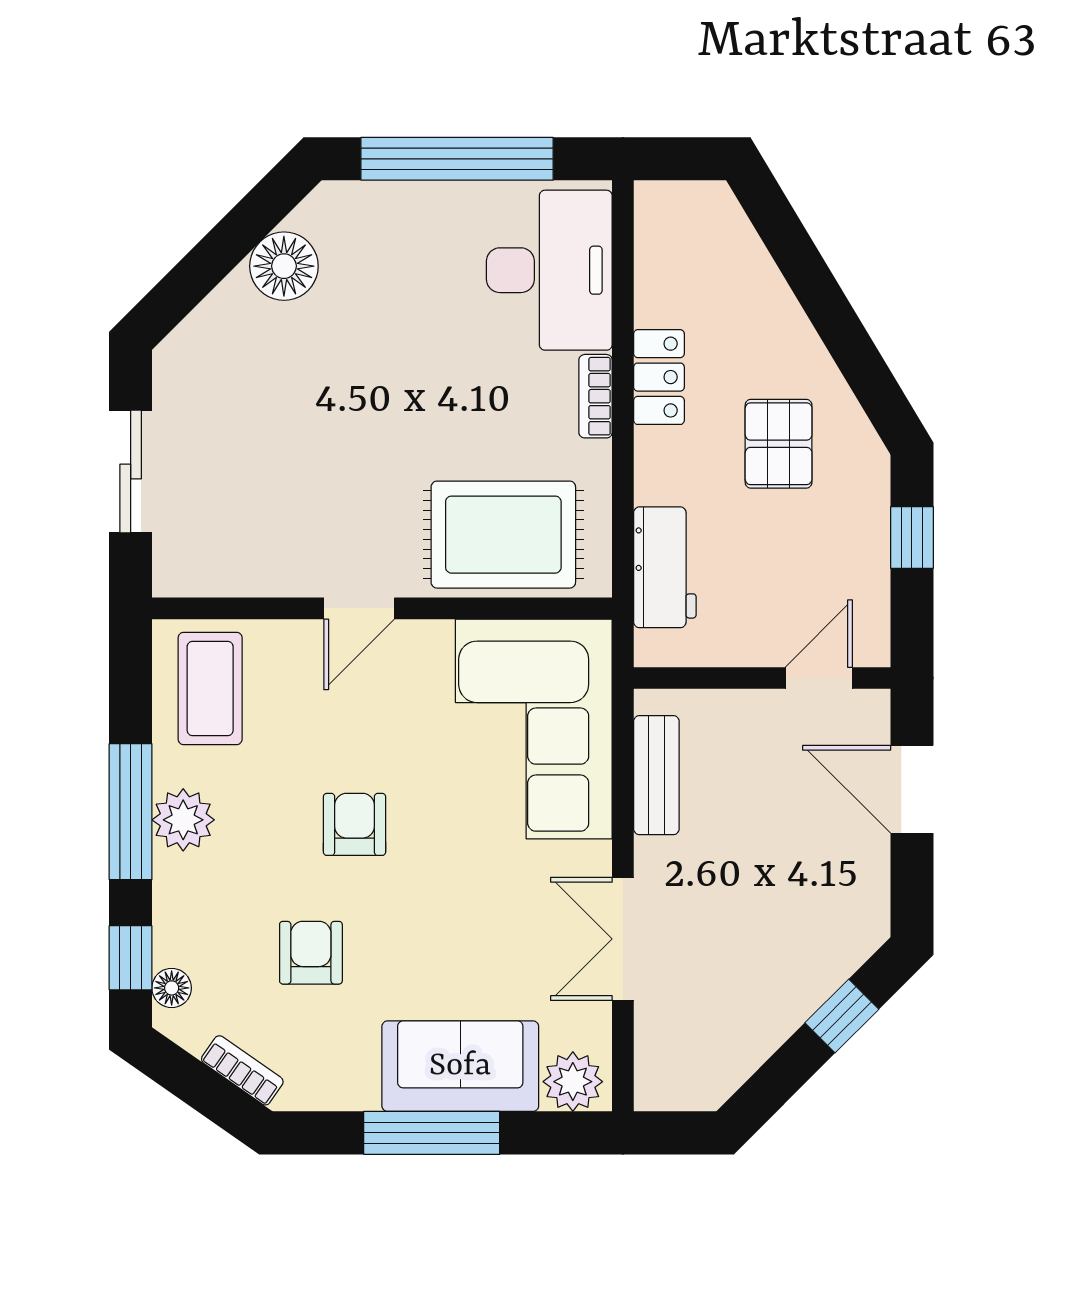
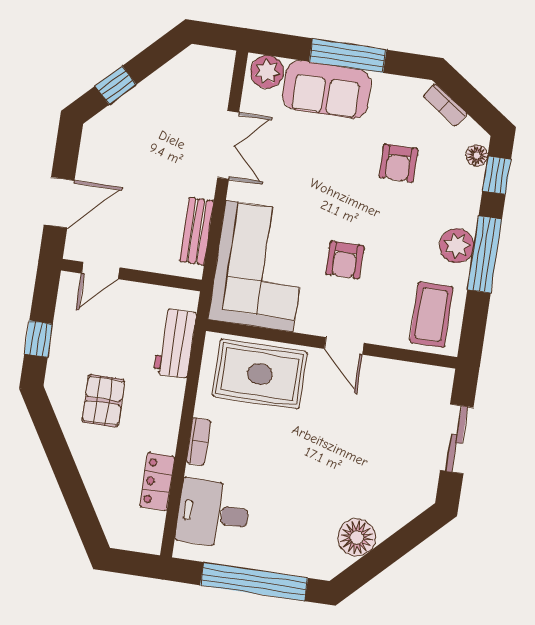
desk: (549, 270) -> (213, 514), width x0.73
locker: (659, 377) -> (157, 482), moved
door: (359, 608) -> (344, 346), swing flipped
door: (912, 789) -> (59, 202), hinge flipped
armchair: (355, 824) -> (345, 260), moved

